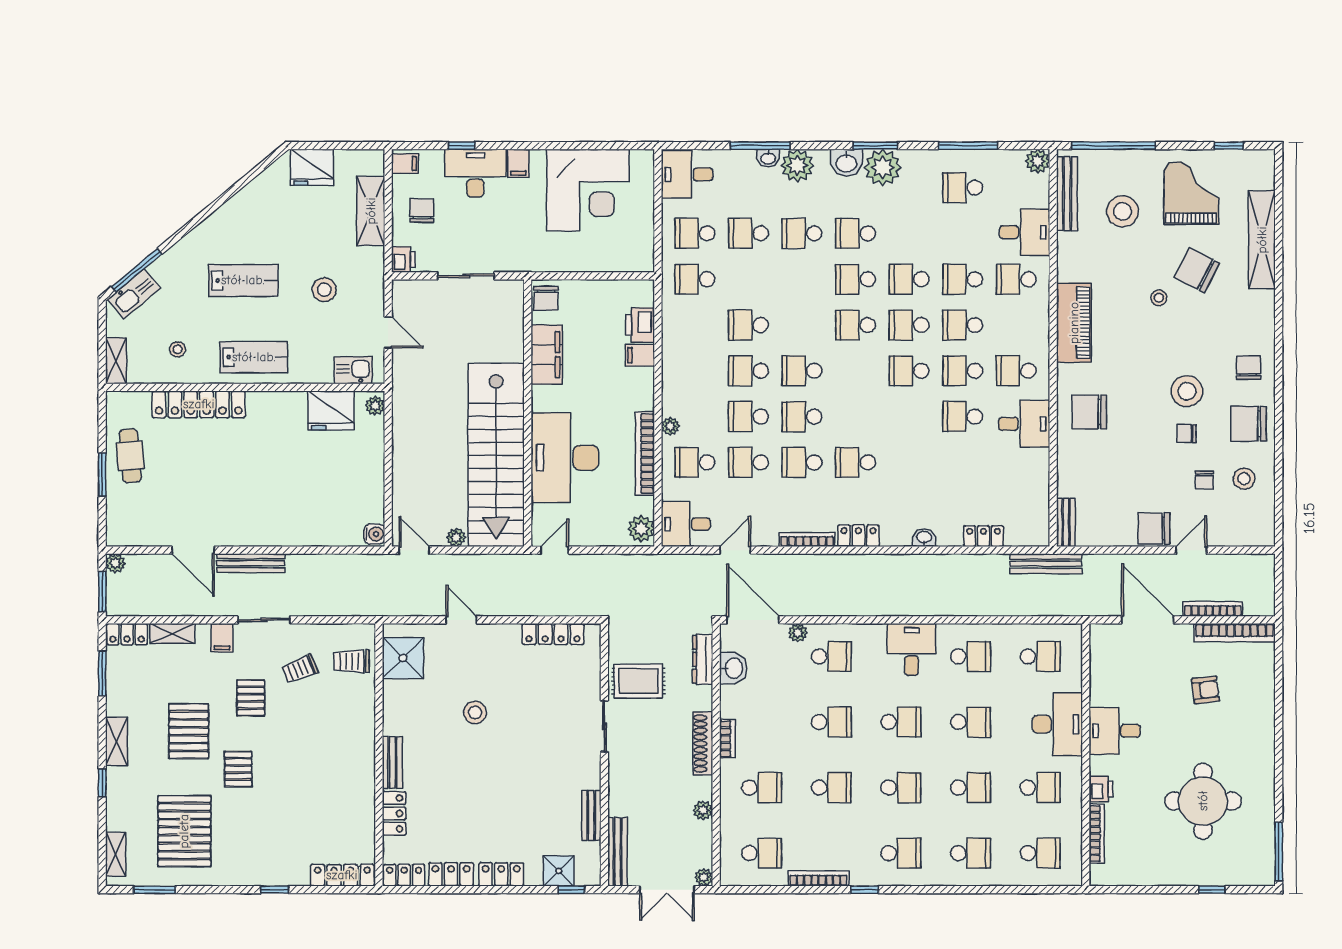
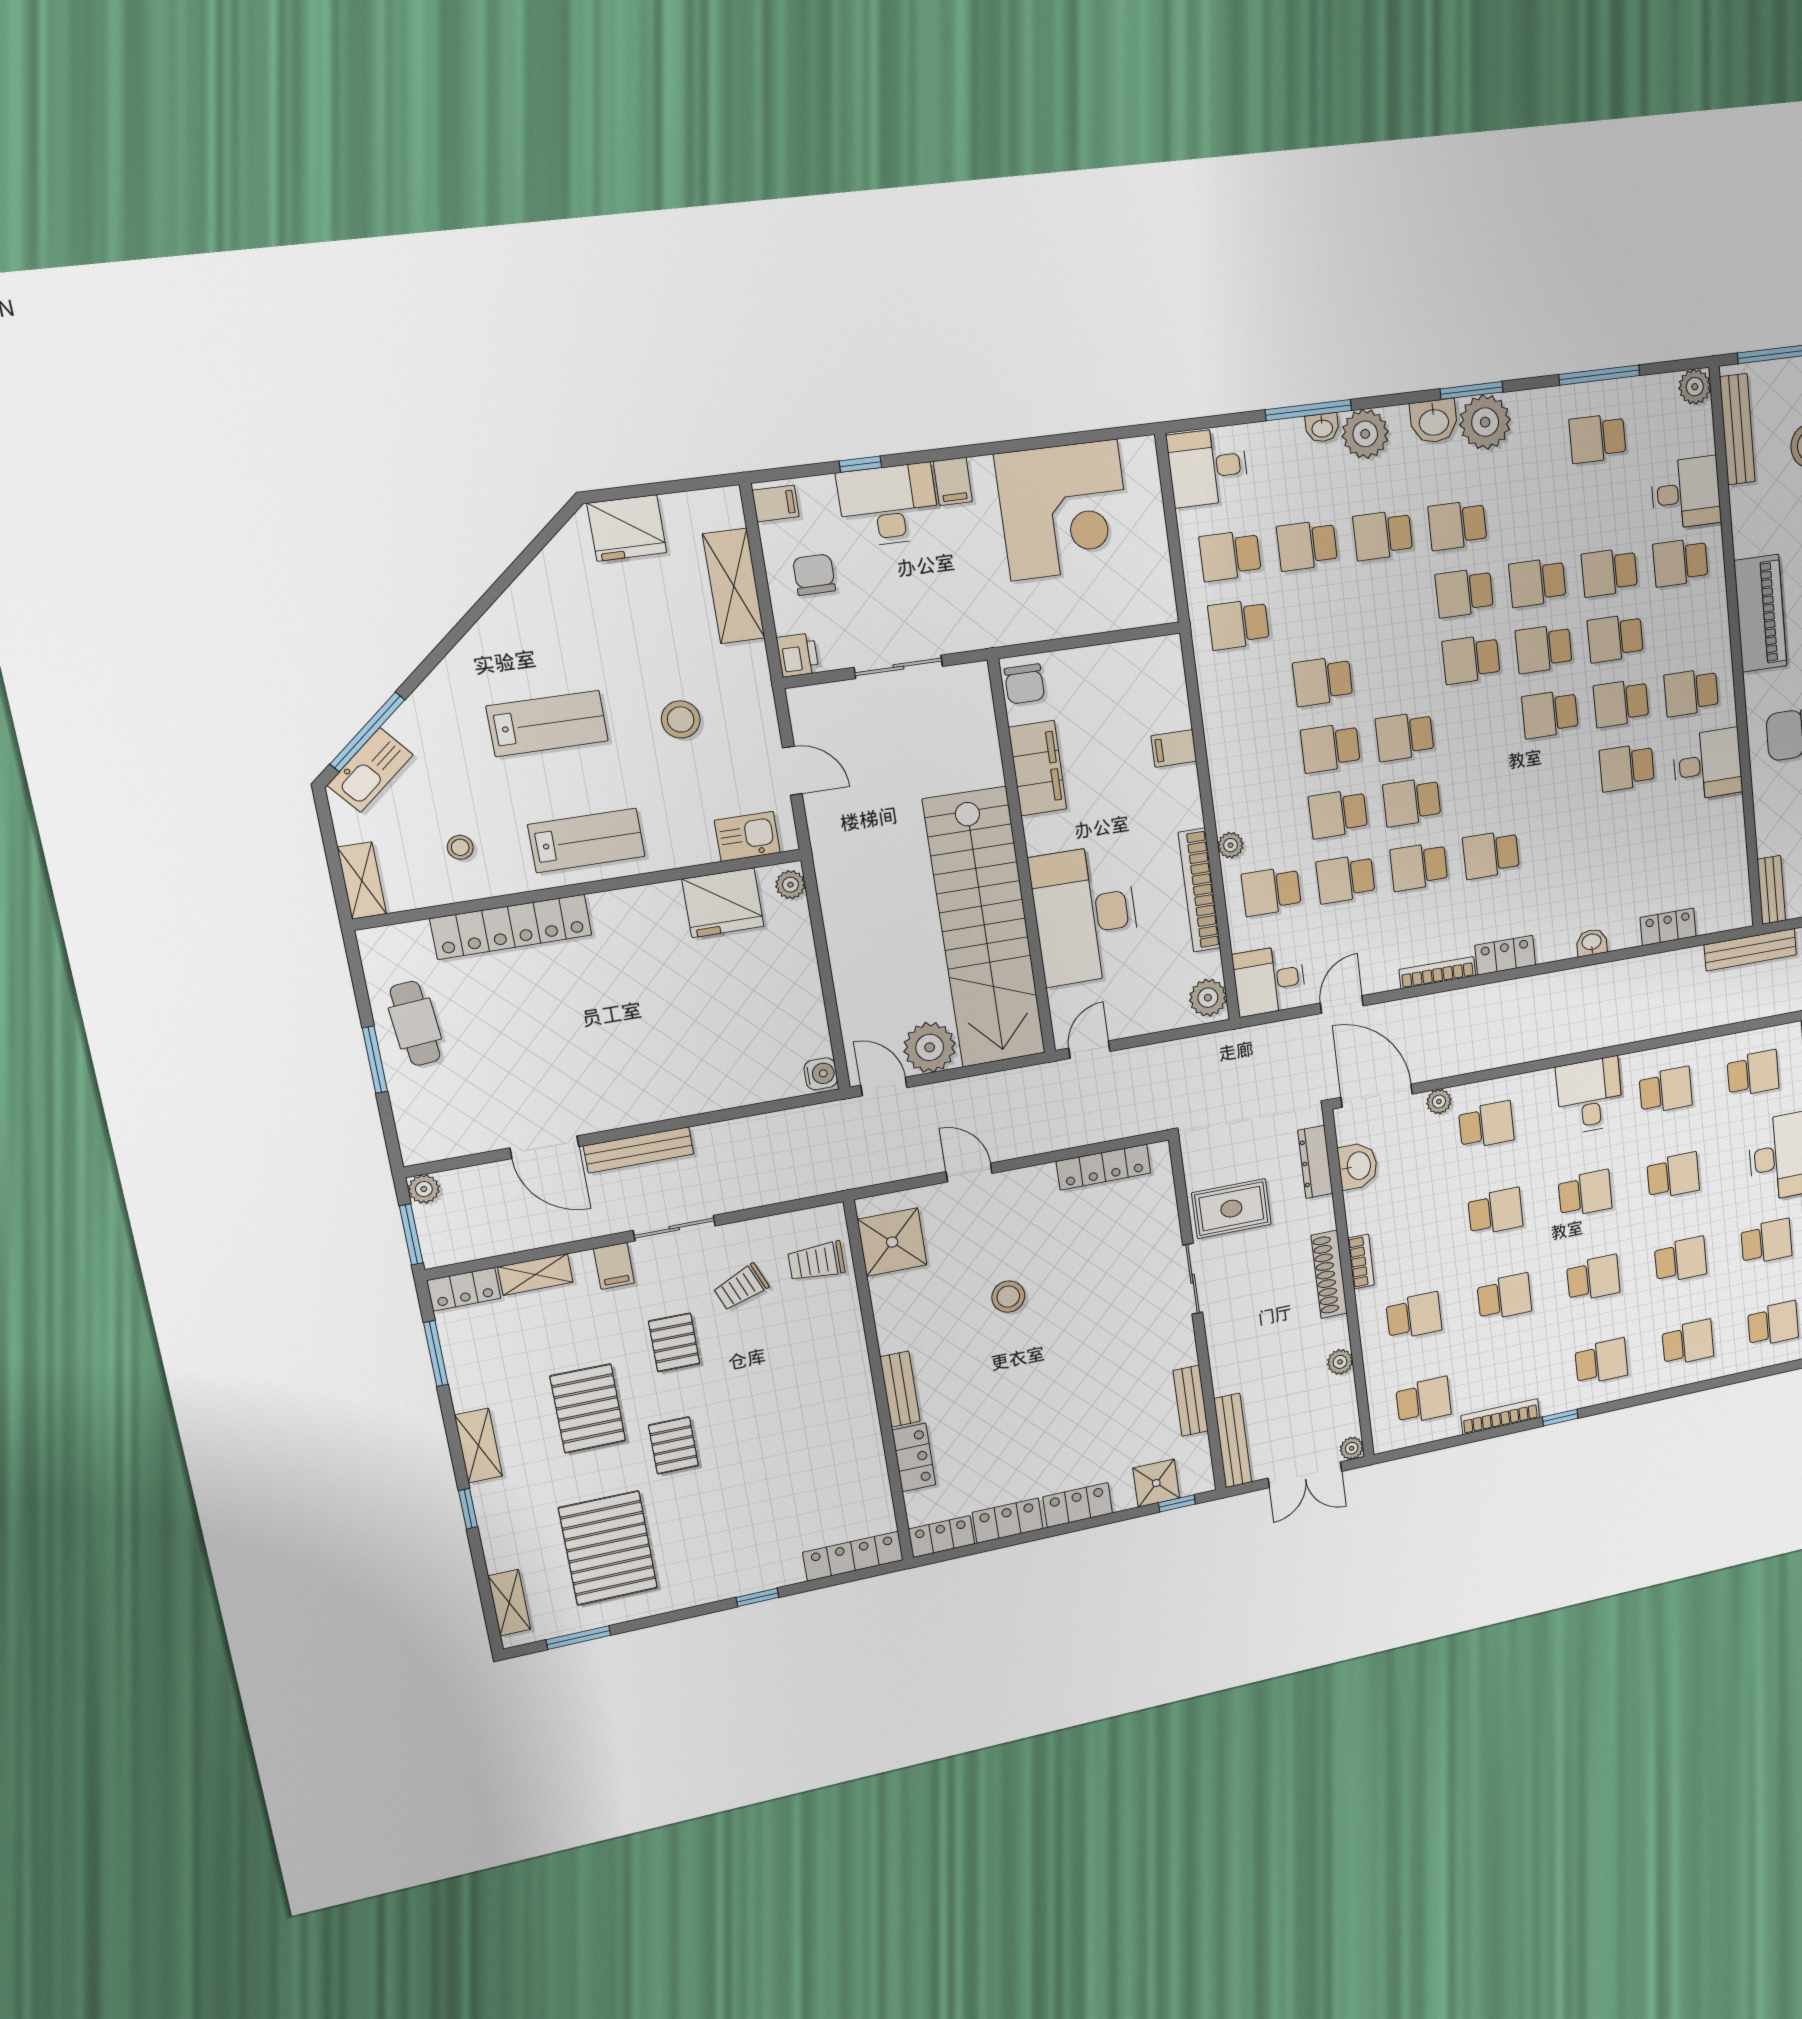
printer: (640, 325) -> (1168, 704), removed
plant: (456, 537) -> (930, 1047), width x1.88, depth x1.88

